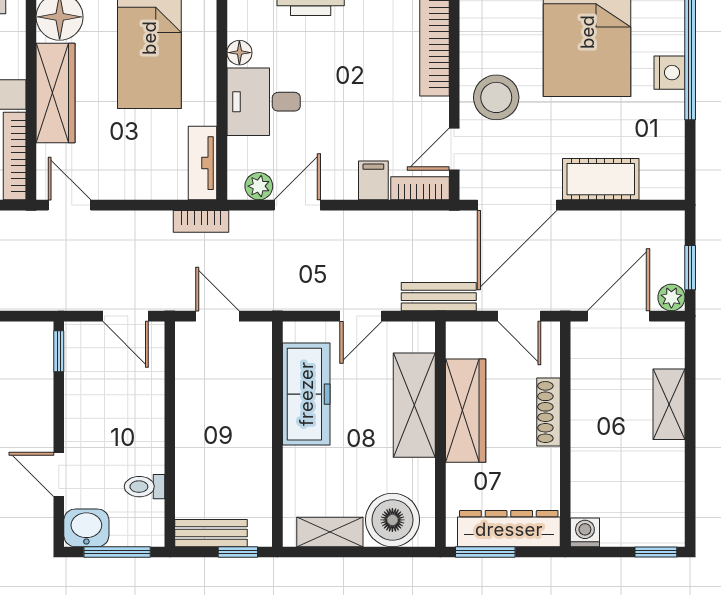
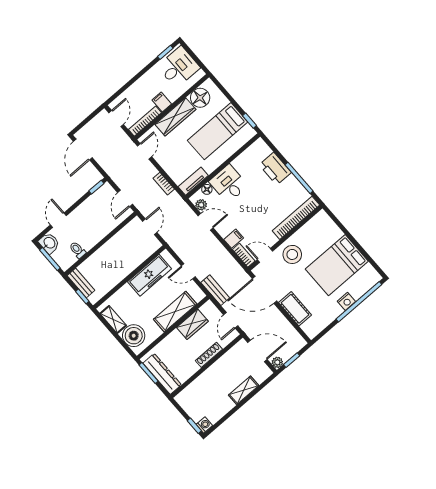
floor lamp: (239, 53) -> (207, 189), moved
bookcase: (201, 221) -> (164, 184), moved
wardrobe: (466, 411) -> (192, 324), width x0.67
washing machine: (585, 532) -> (204, 425), moved

